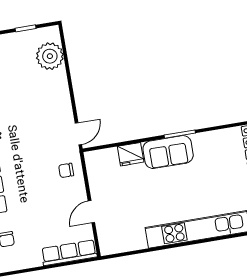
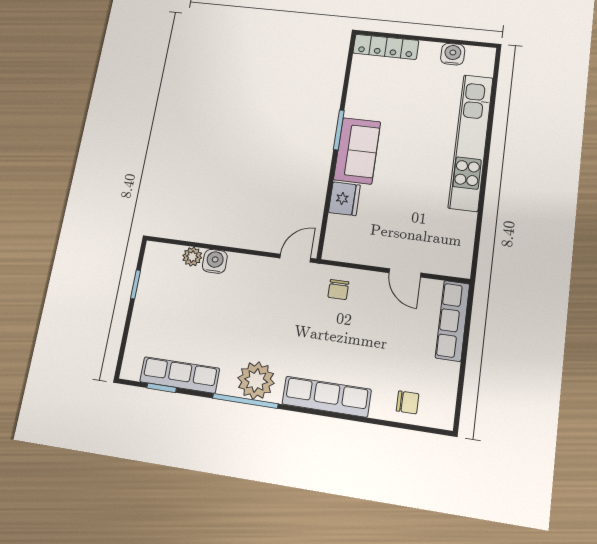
plant: (50, 56) -> (192, 257), width x0.53, depth x0.53
water cooler: (59, 78) -> (215, 261), added
door: (78, 134) -> (295, 258), hinge flipped

